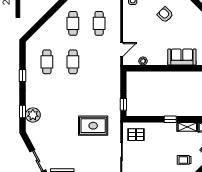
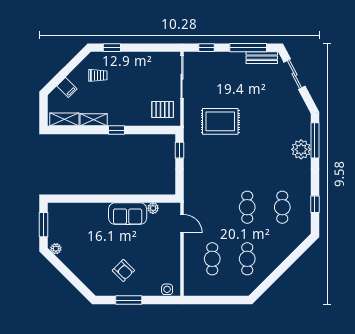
door: (122, 50) -> (182, 224), swing flipped
sofa: (182, 57) -> (128, 214), moved
window: (23, 76) -> (315, 204), moved
window: (23, 112) -> (315, 140), width x2.17
plant: (33, 115) -> (301, 149), moved

